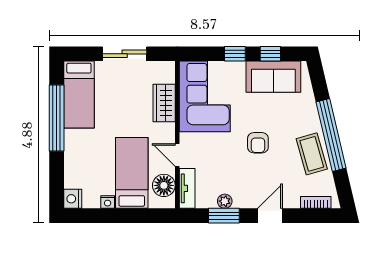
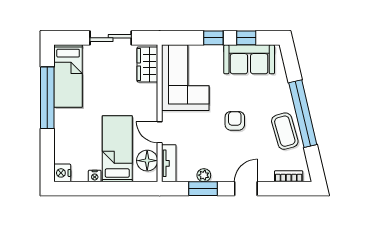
wardrobe: (164, 103) -> (147, 64), moved
armchair: (258, 143) -> (235, 121), turned 180

